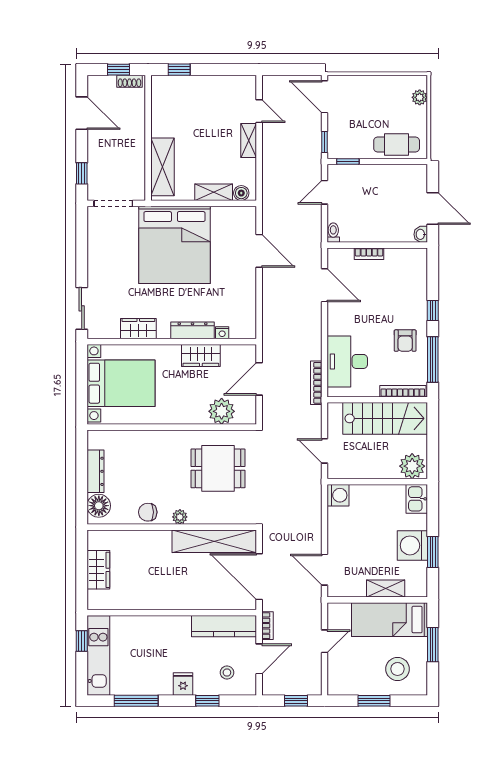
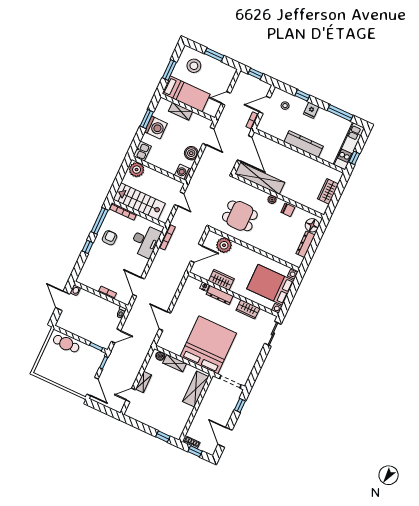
plant: (420, 97) -> (42, 363), removed
door: (259, 111) -> (131, 395), hinge flipped
boiler: (339, 531) -> (191, 153), added
kitchen counter: (224, 626) -> (304, 144), moved

